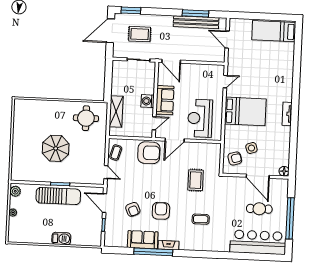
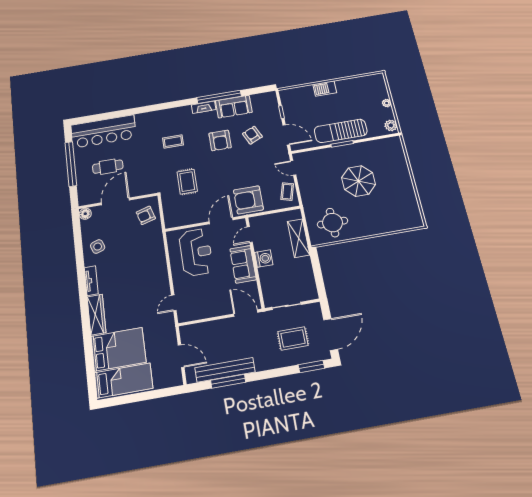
wardrobe: (287, 86) -> (97, 315), added
bed: (245, 111) -> (118, 349), moved, turned 180
side table: (251, 148) -> (98, 247), moved
door: (258, 176) -> (115, 201), hinge flipped

